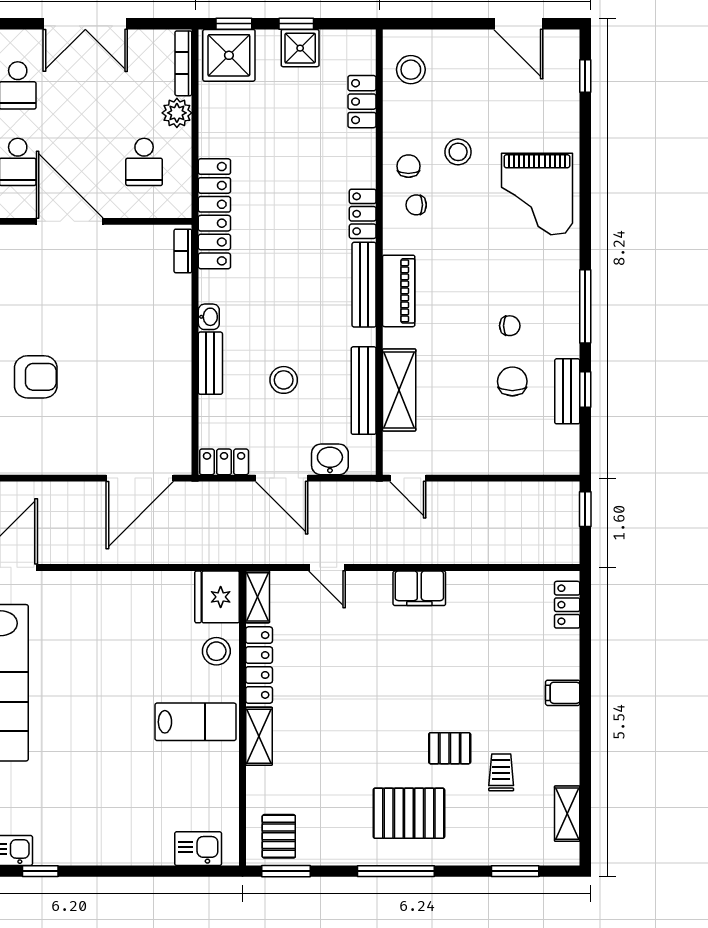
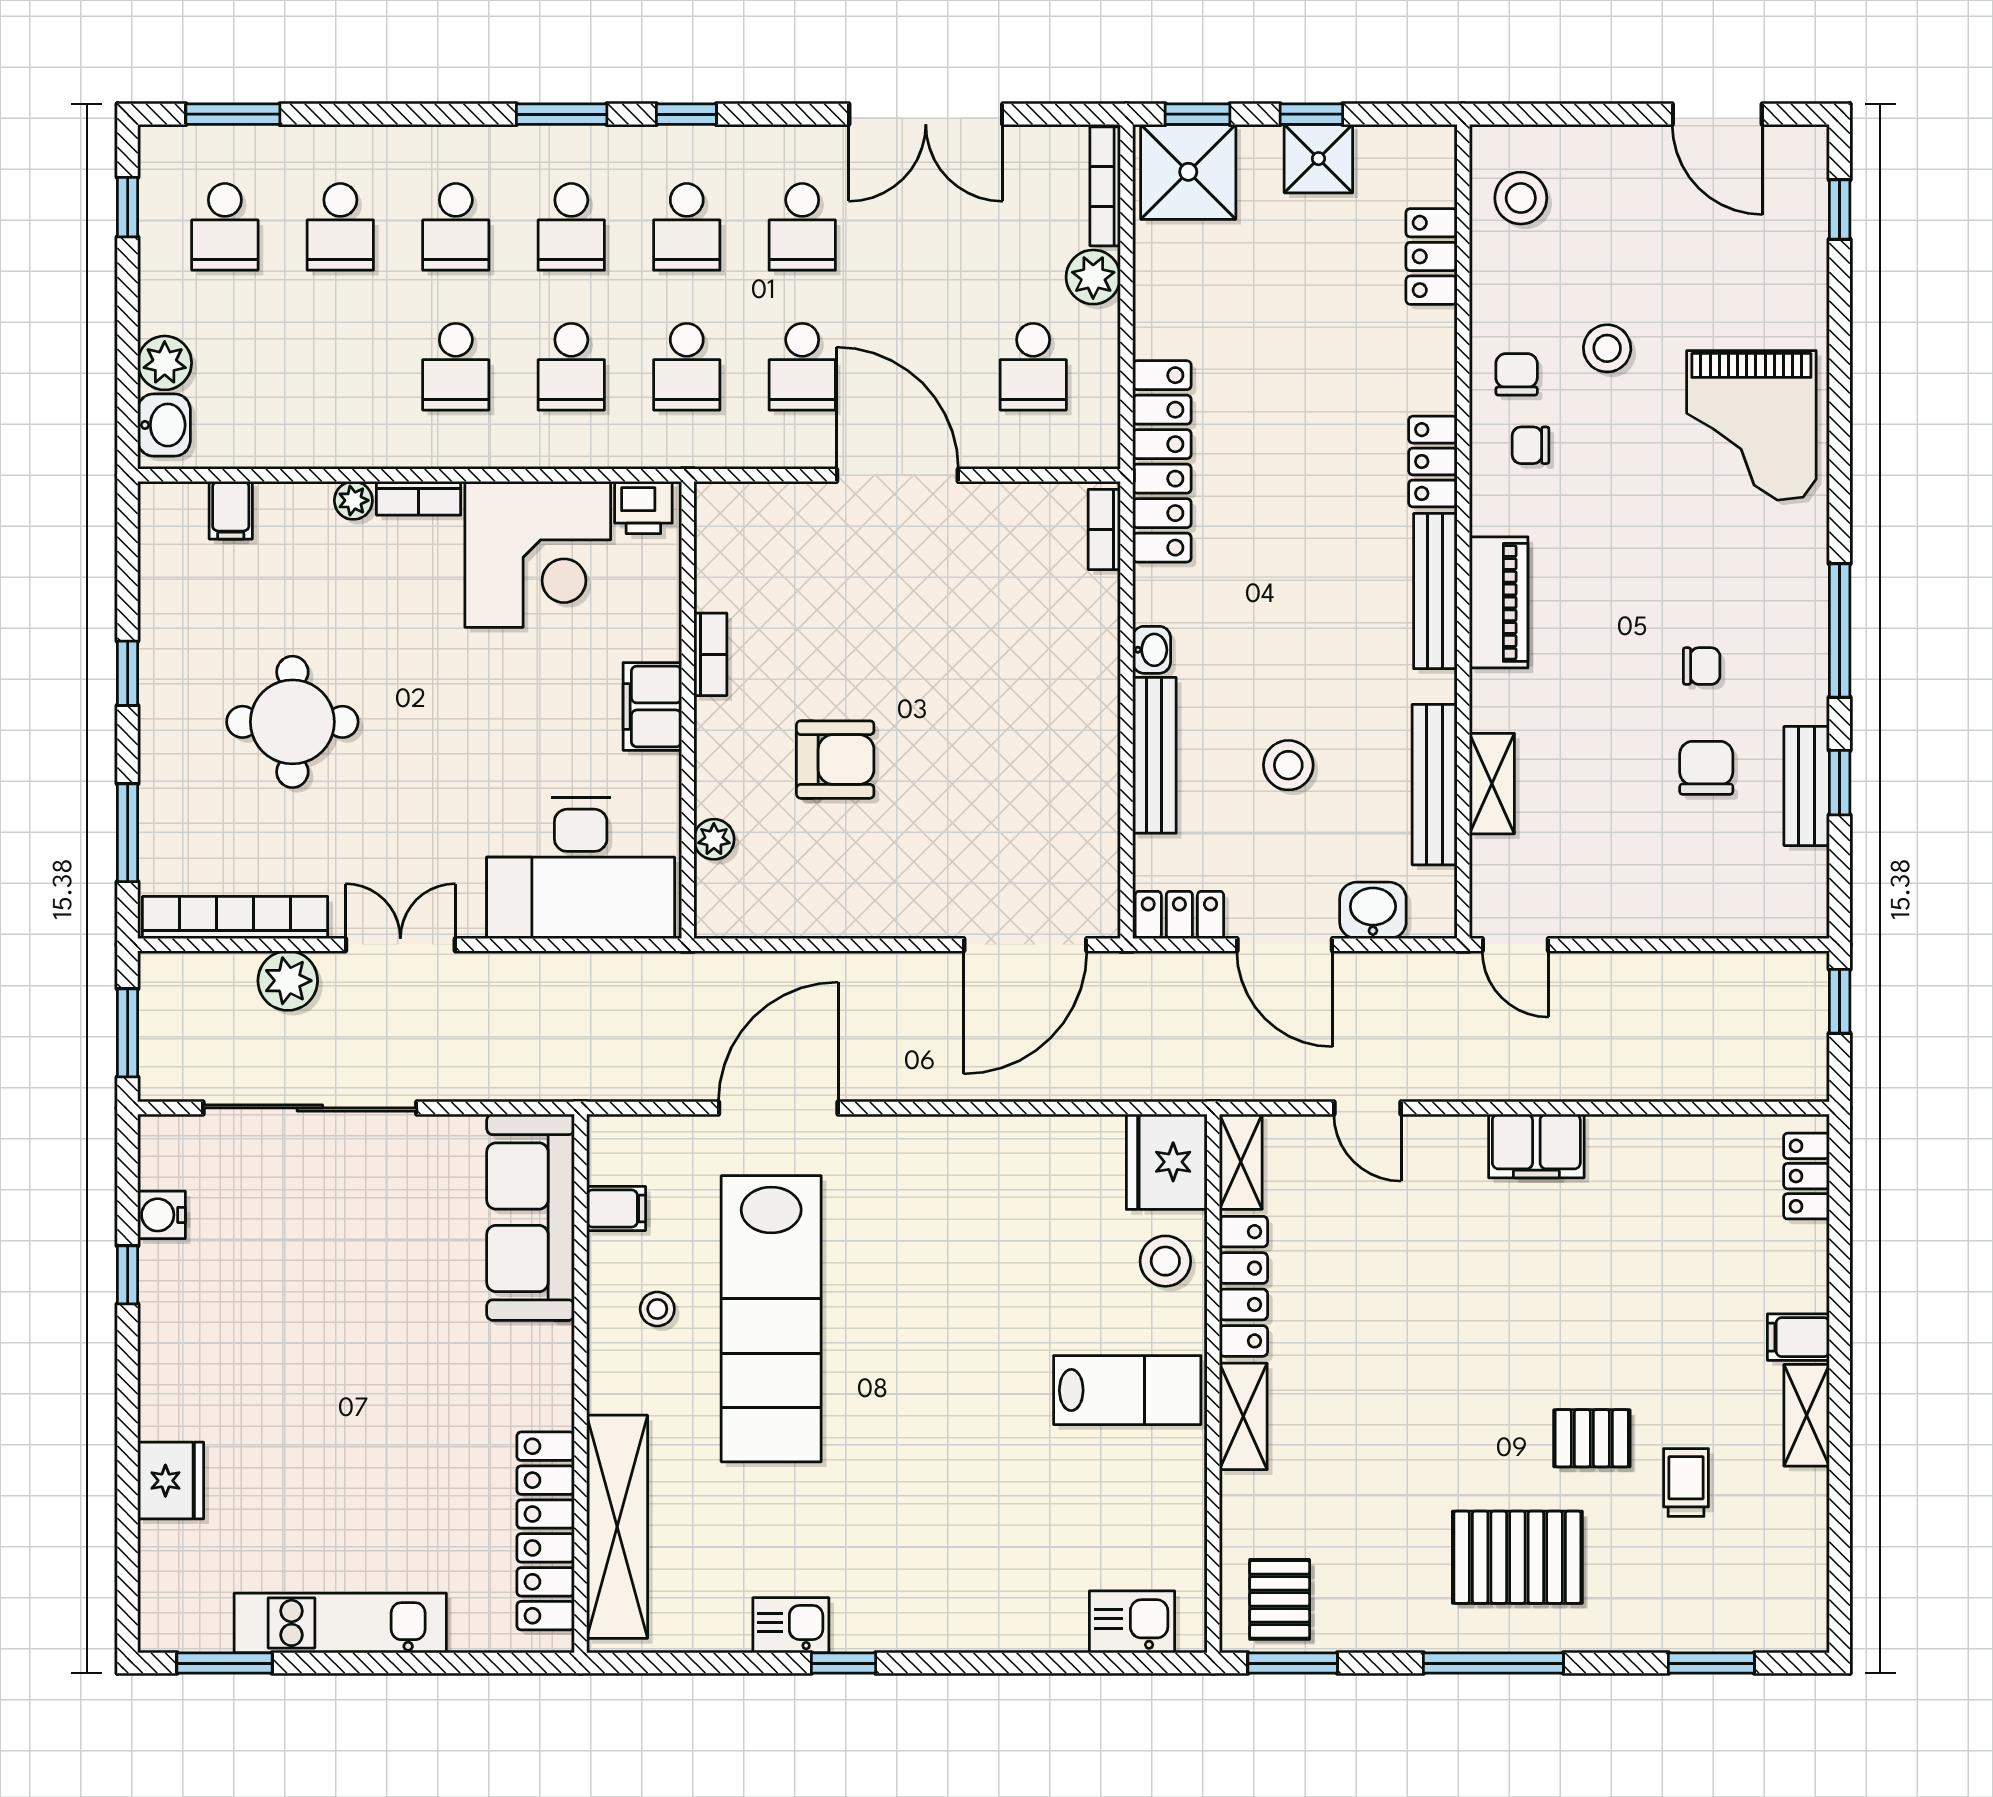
bench: (210, 363) -> (1154, 755), width x1.36
shelving: (399, 390) -> (1492, 784), width x0.67, depth x0.75
shelving: (567, 814) -> (1807, 1415), moved

